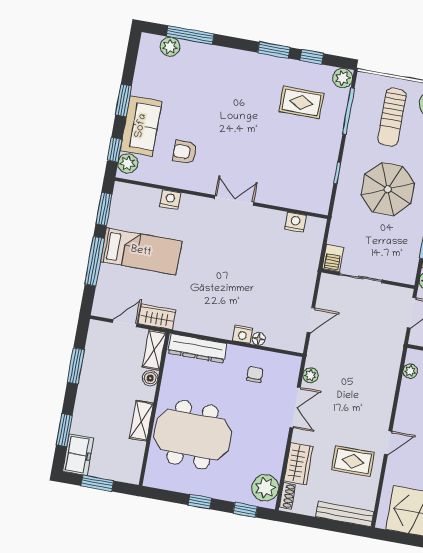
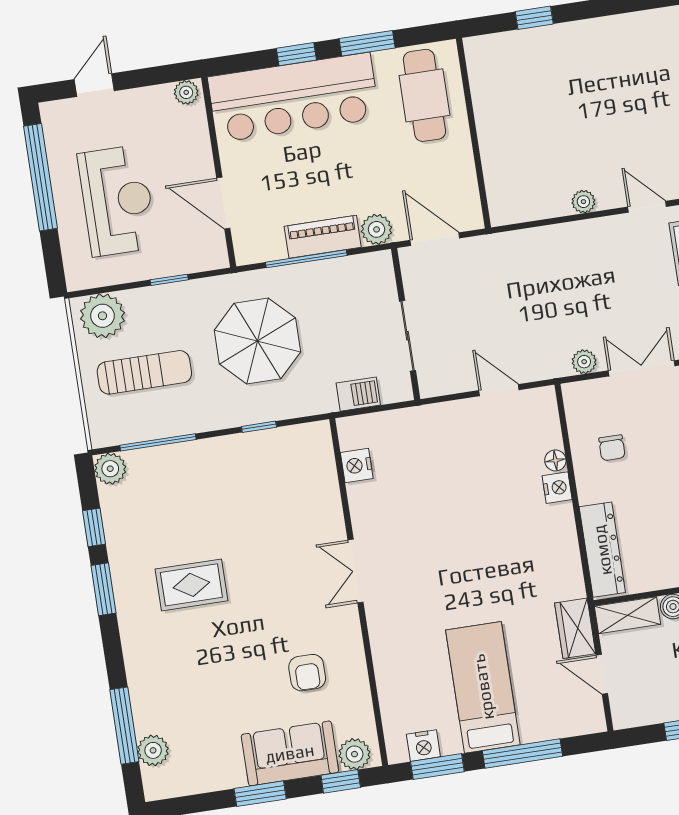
rug: (301, 102) -> (191, 585), moved, turned 90
nightstand: (170, 199) -> (423, 746), moved, turned -90
barbecue: (333, 258) -> (358, 394), moved
plant: (410, 371) -> (583, 202), moved
chair: (255, 374) -> (612, 448), turned -90

